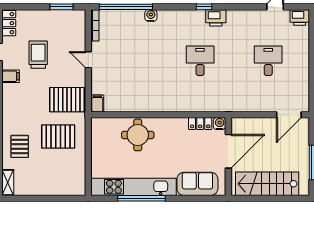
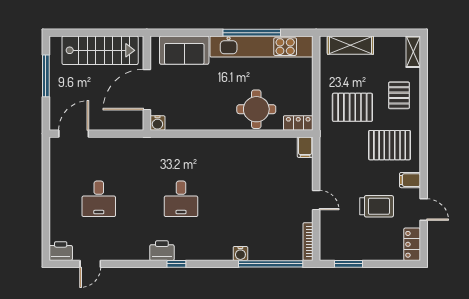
trolley: (38, 55) -> (377, 206), turned -90
pallet: (67, 100) -> (390, 145), moved
locker: (200, 124) -> (298, 123), moved
shelving: (60, 188) -> (350, 45), added

